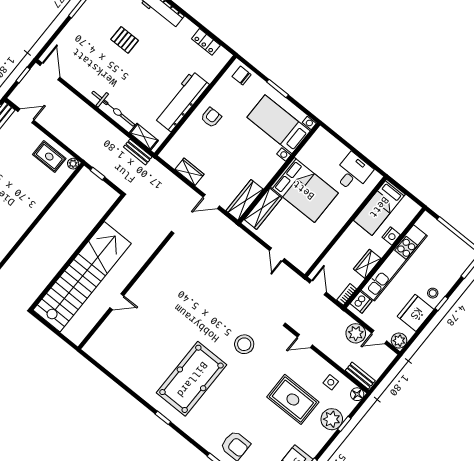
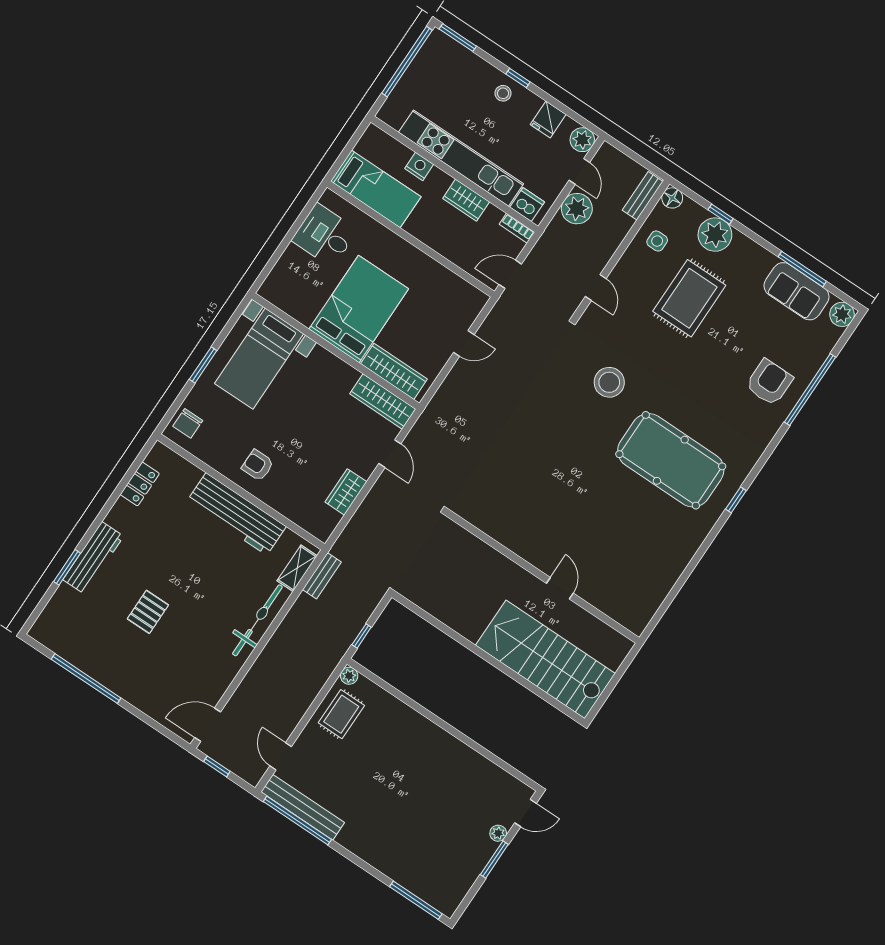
stairs: (82, 277) -> (545, 659), width x0.73
fridge: (416, 313) -> (548, 119), width x0.53, depth x0.75

